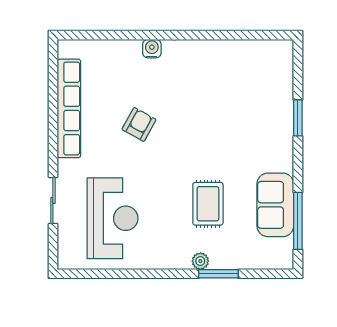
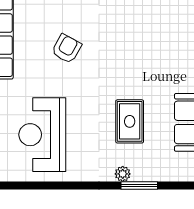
reception desk: (113, 218) -> (42, 135), turned 180

